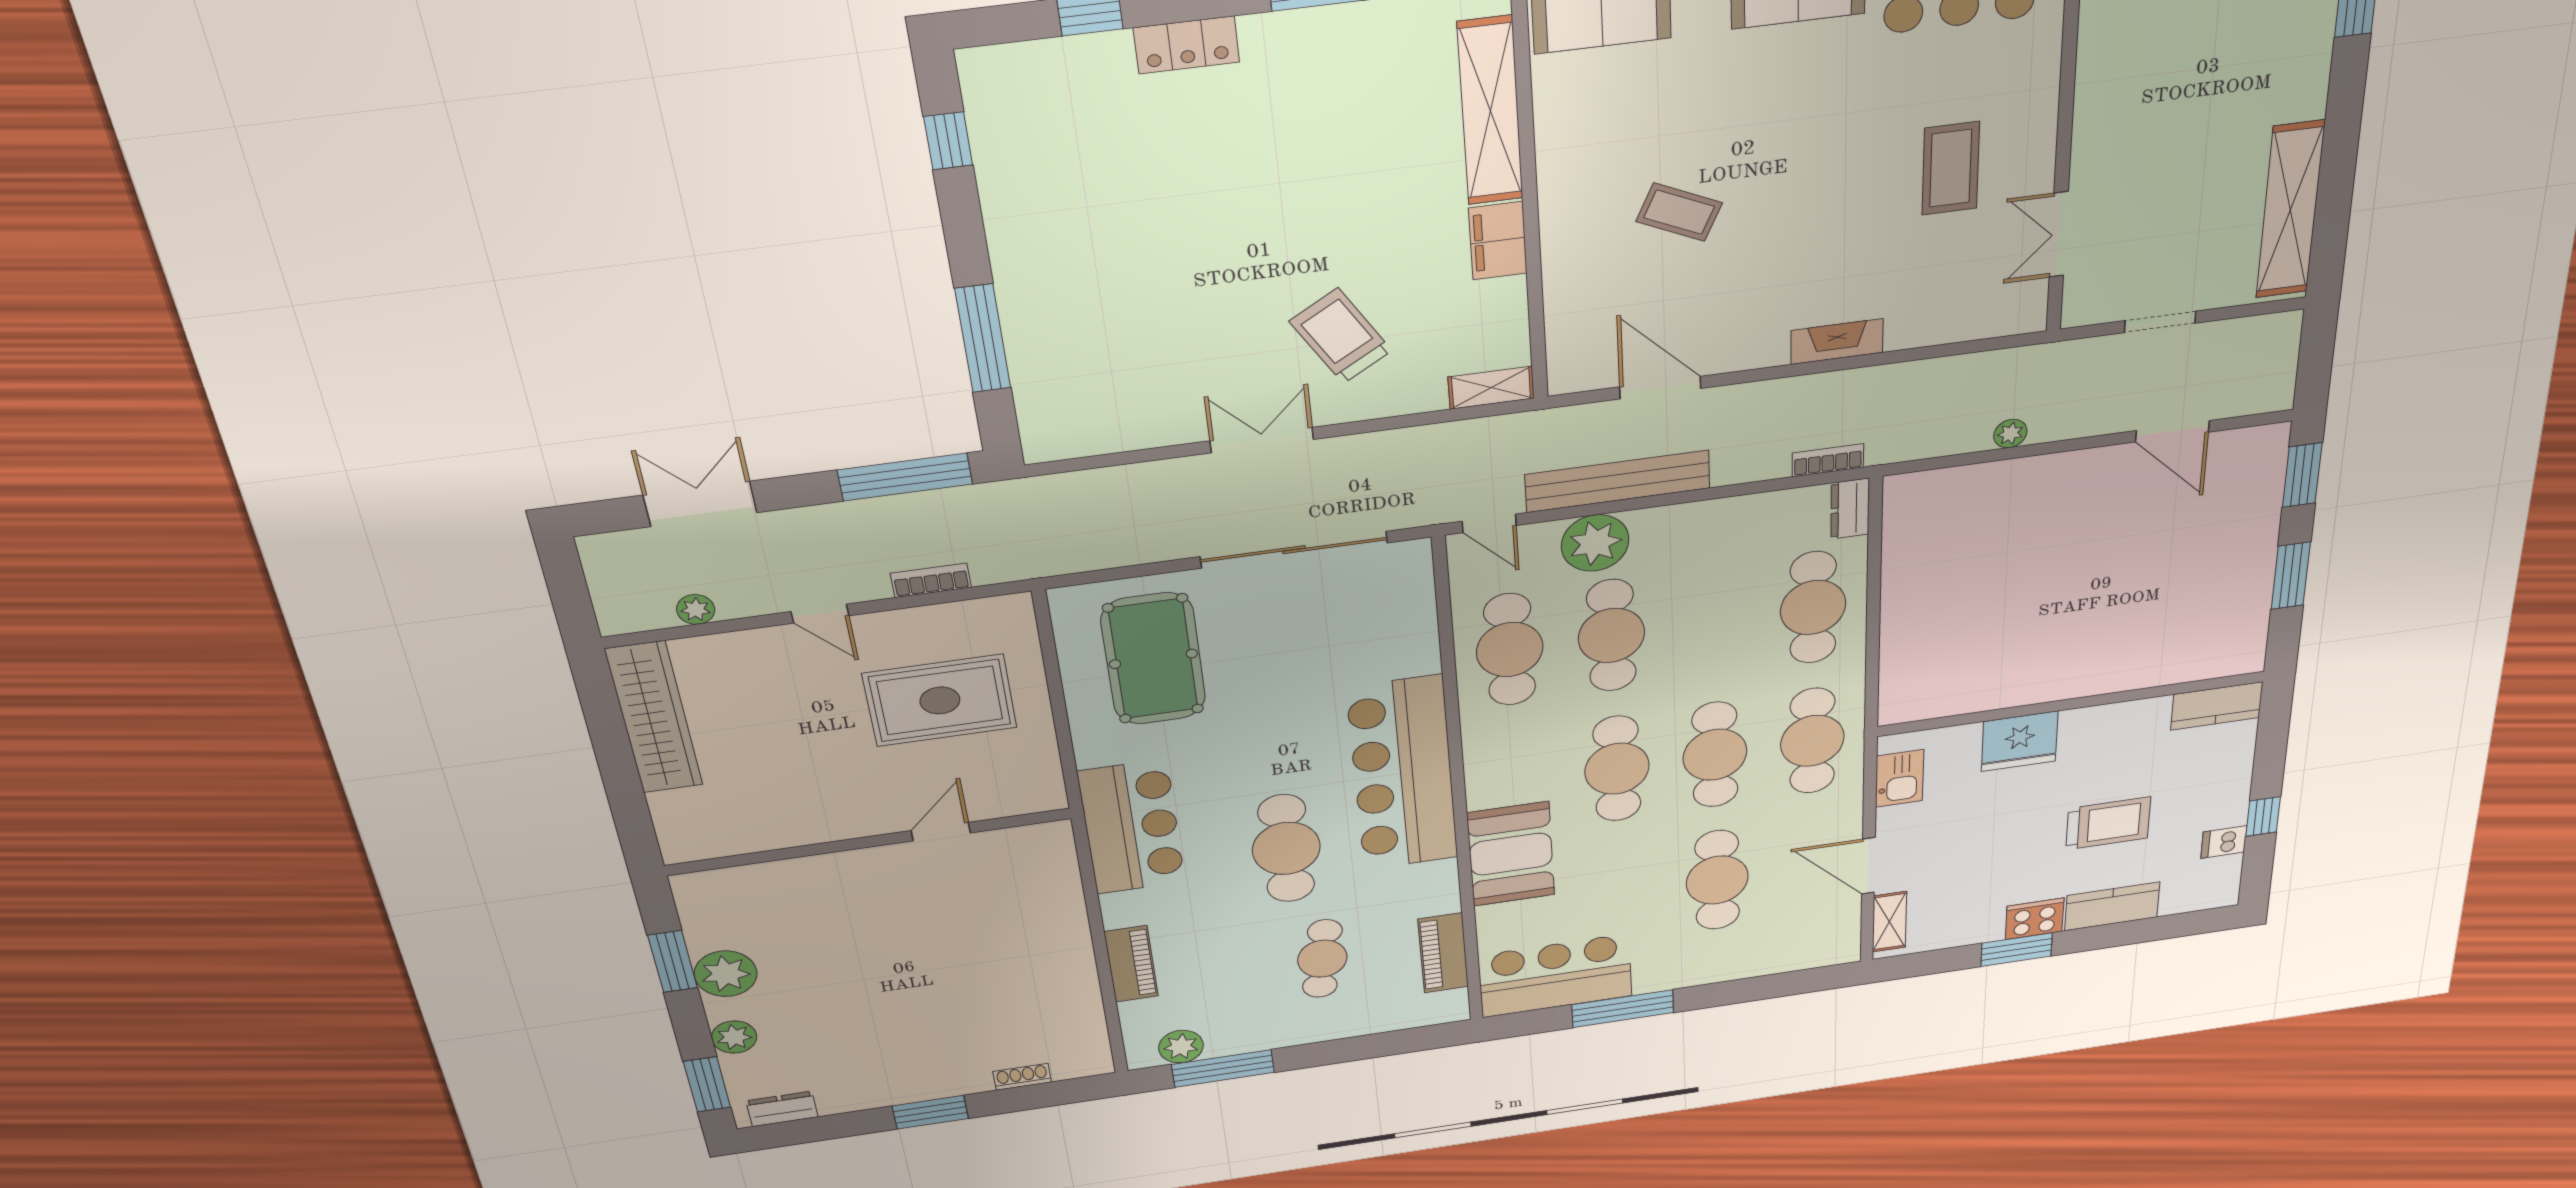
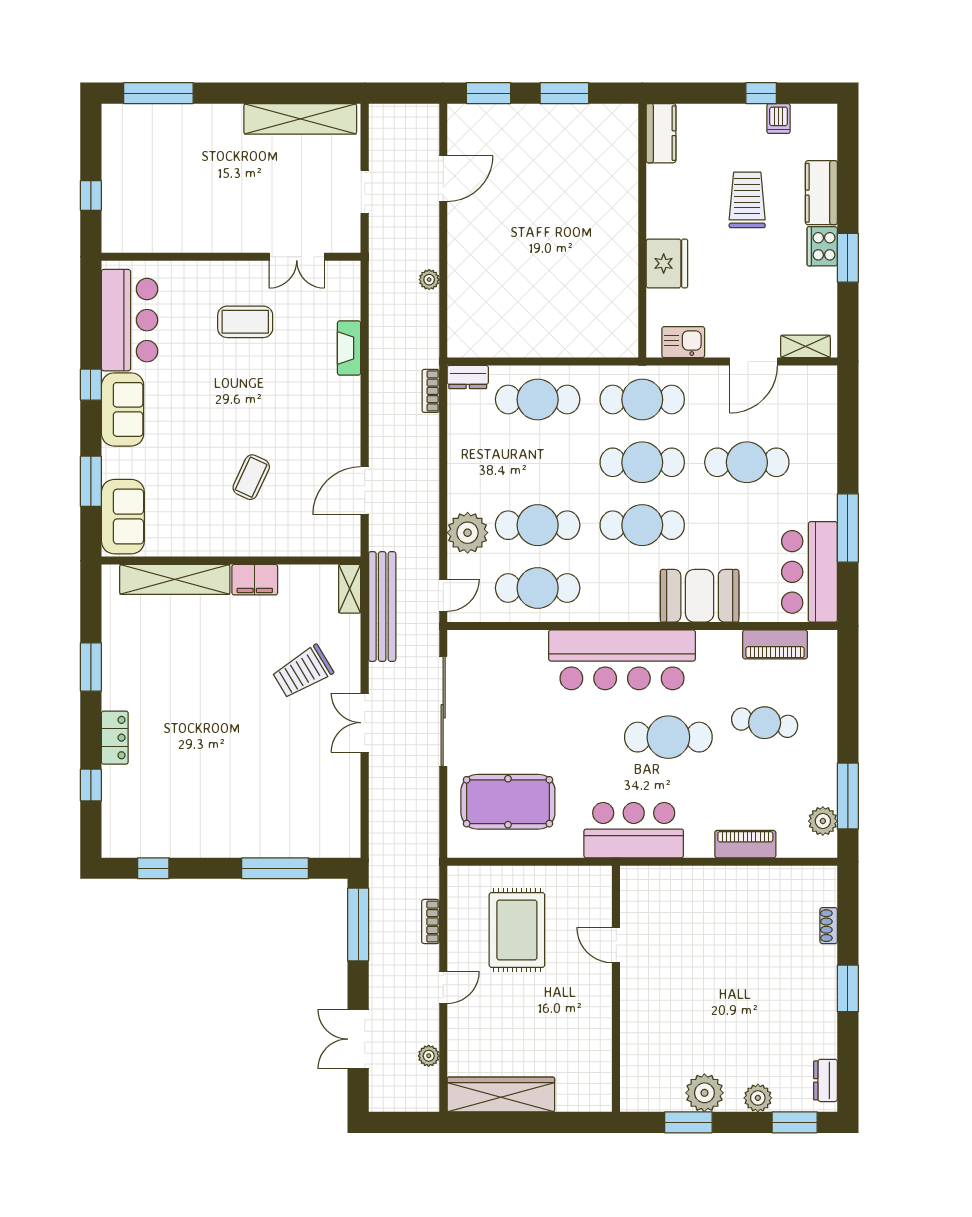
fireplace: (1837, 342) -> (349, 348), moved
bench: (1618, 481) -> (382, 607), moved

